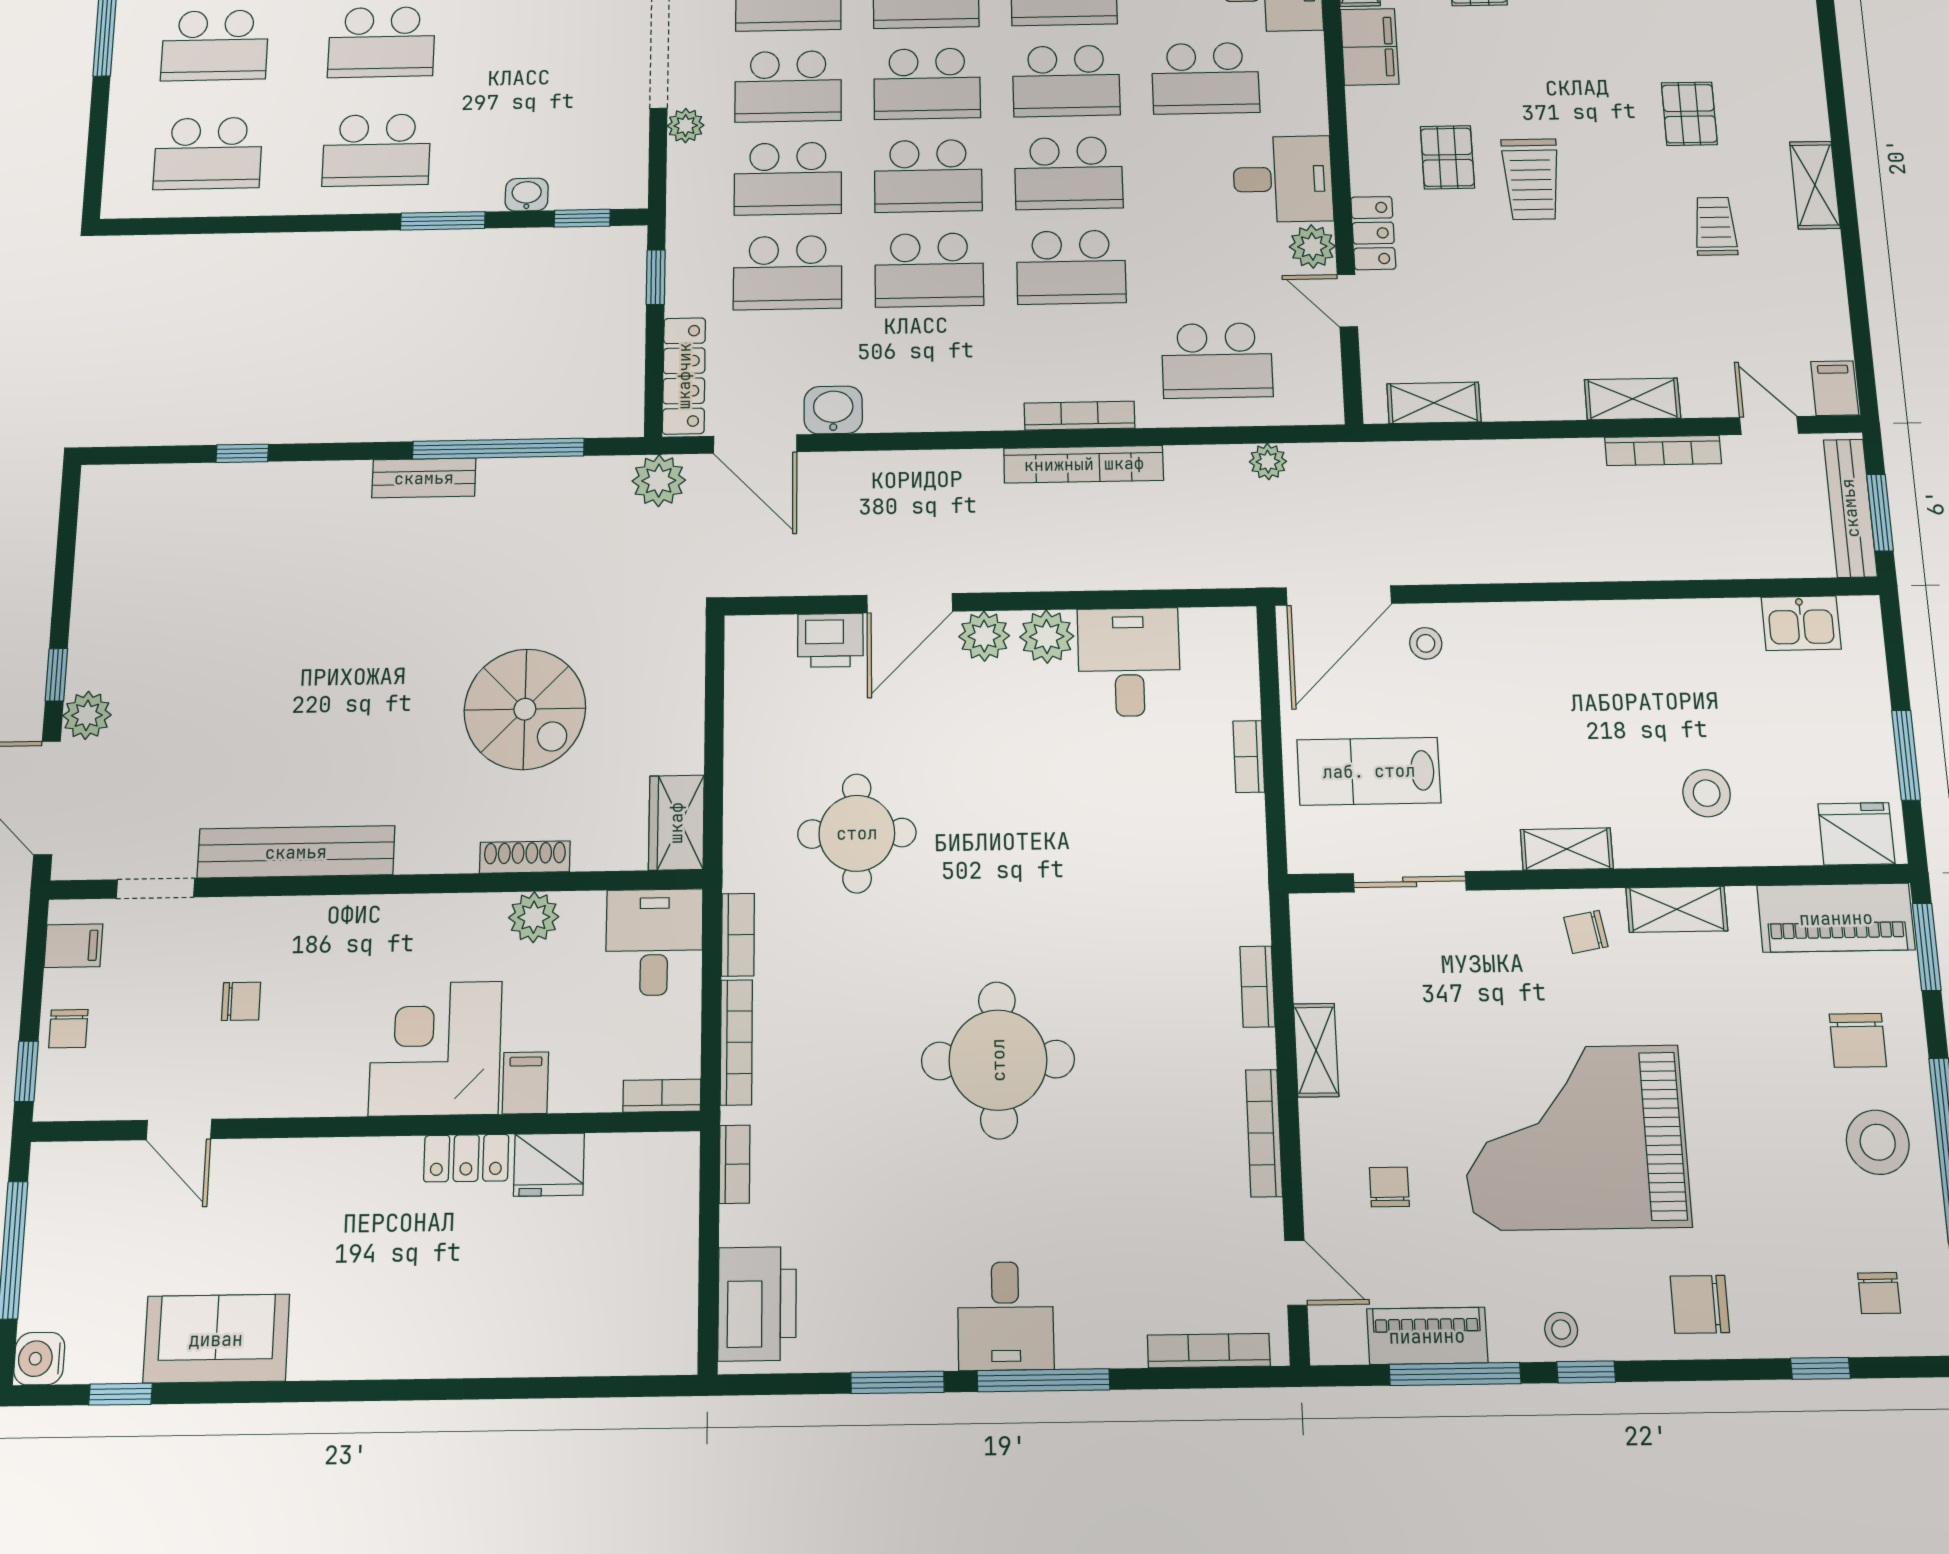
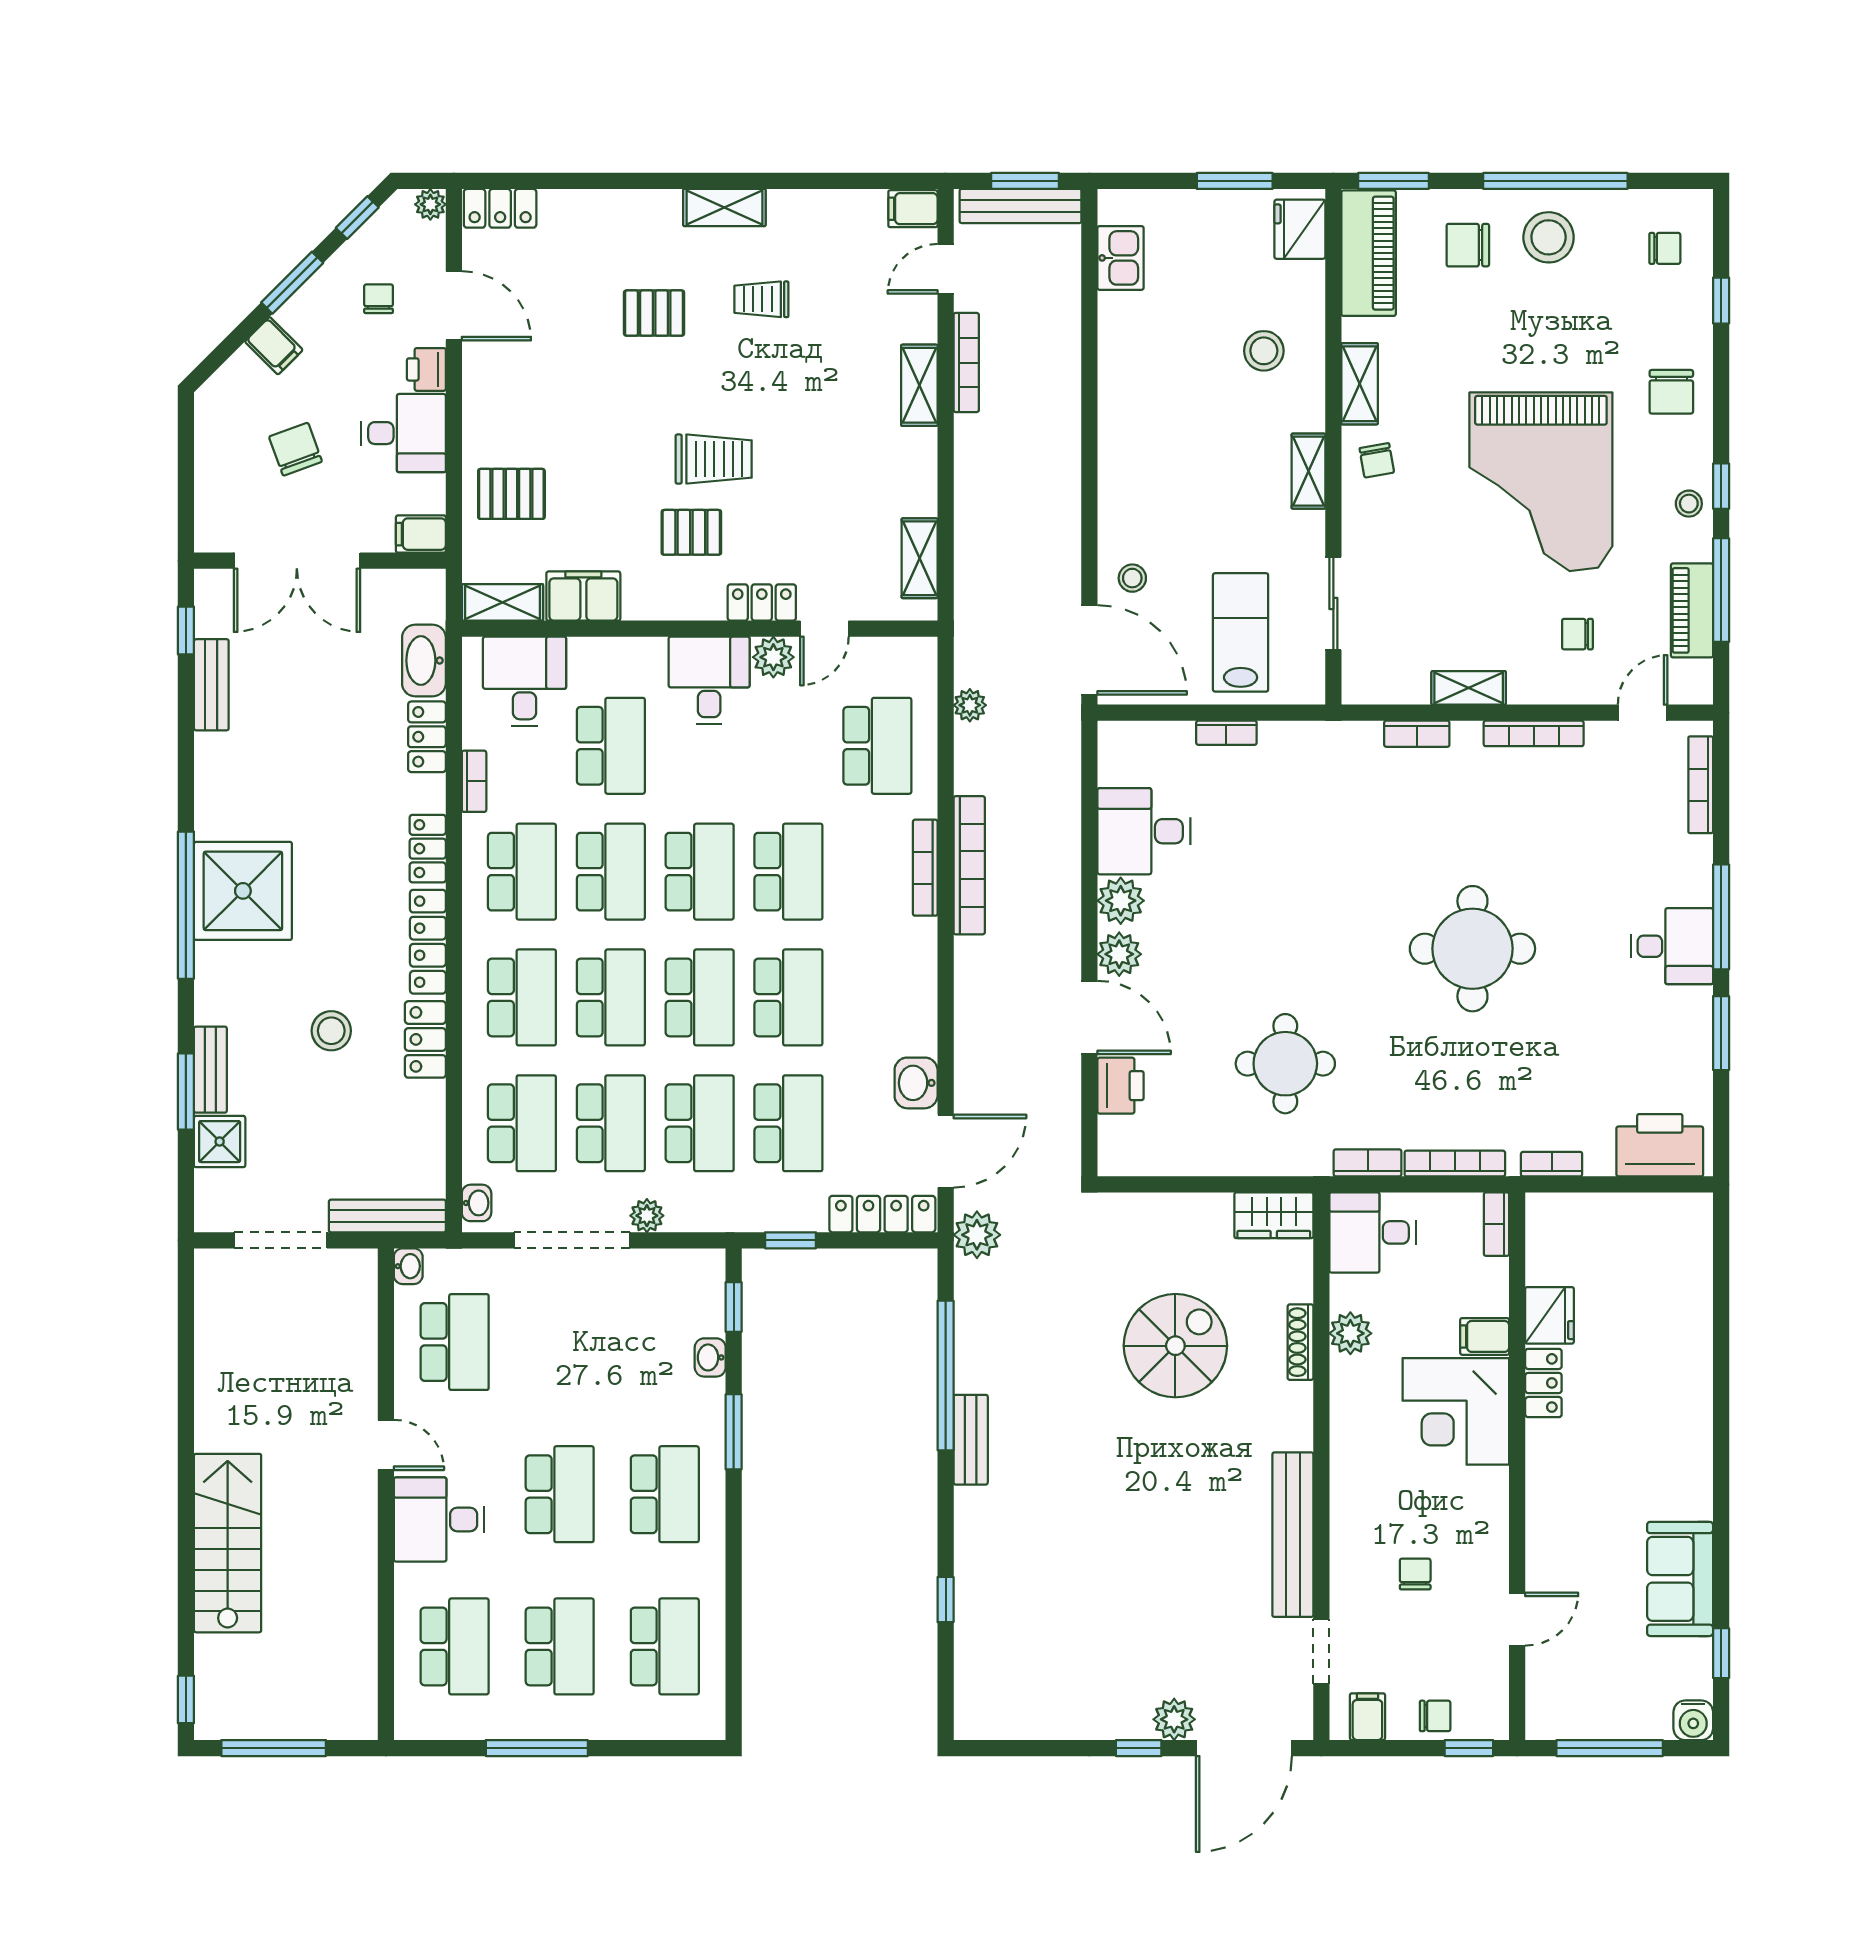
lab bench: (1369, 771) -> (1241, 632), turned 180
chair: (1858, 1040) -> (1468, 245), turned 180

